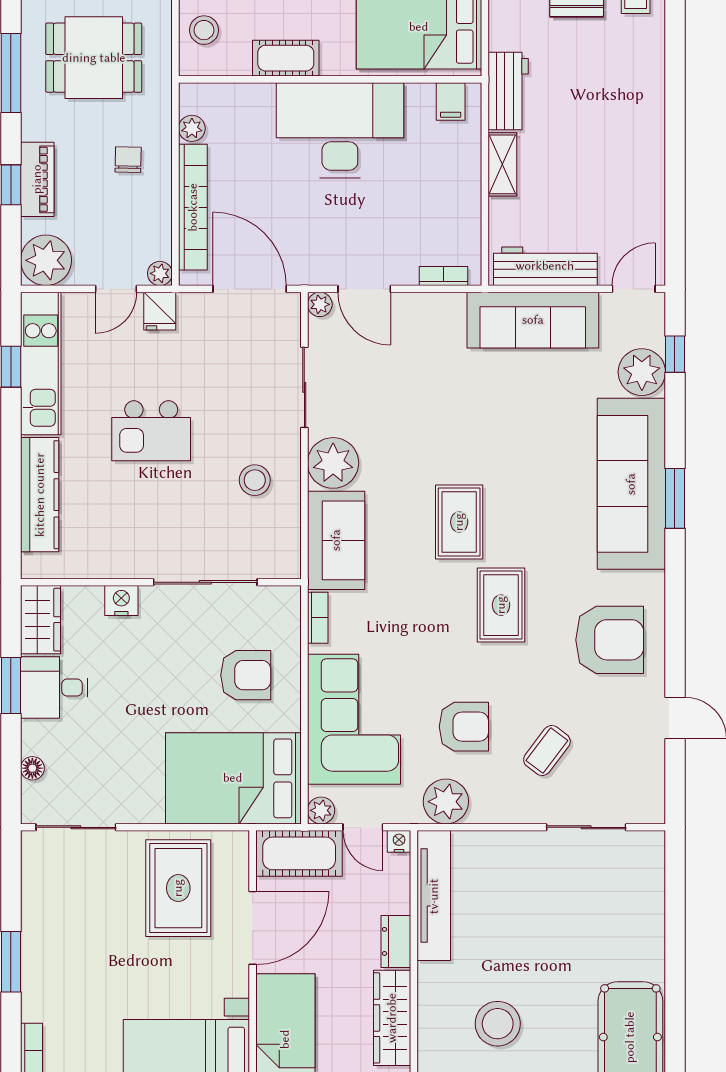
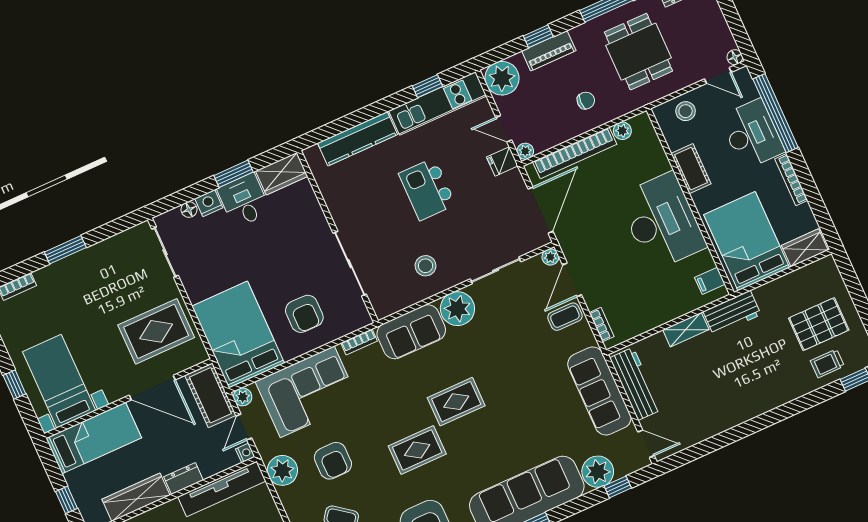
coffee table: (410, 321) -> (565, 317), added
nightstand: (121, 601) -> (209, 203), moved, turned -90

